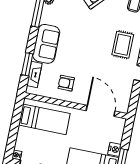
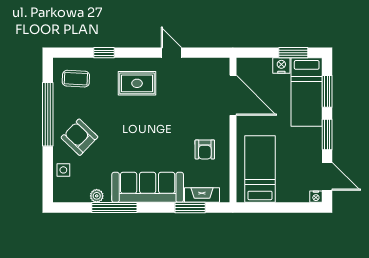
sofa: (46, 44) -> (148, 187), width x1.36
door: (101, 111) -> (233, 95), swing flipped

